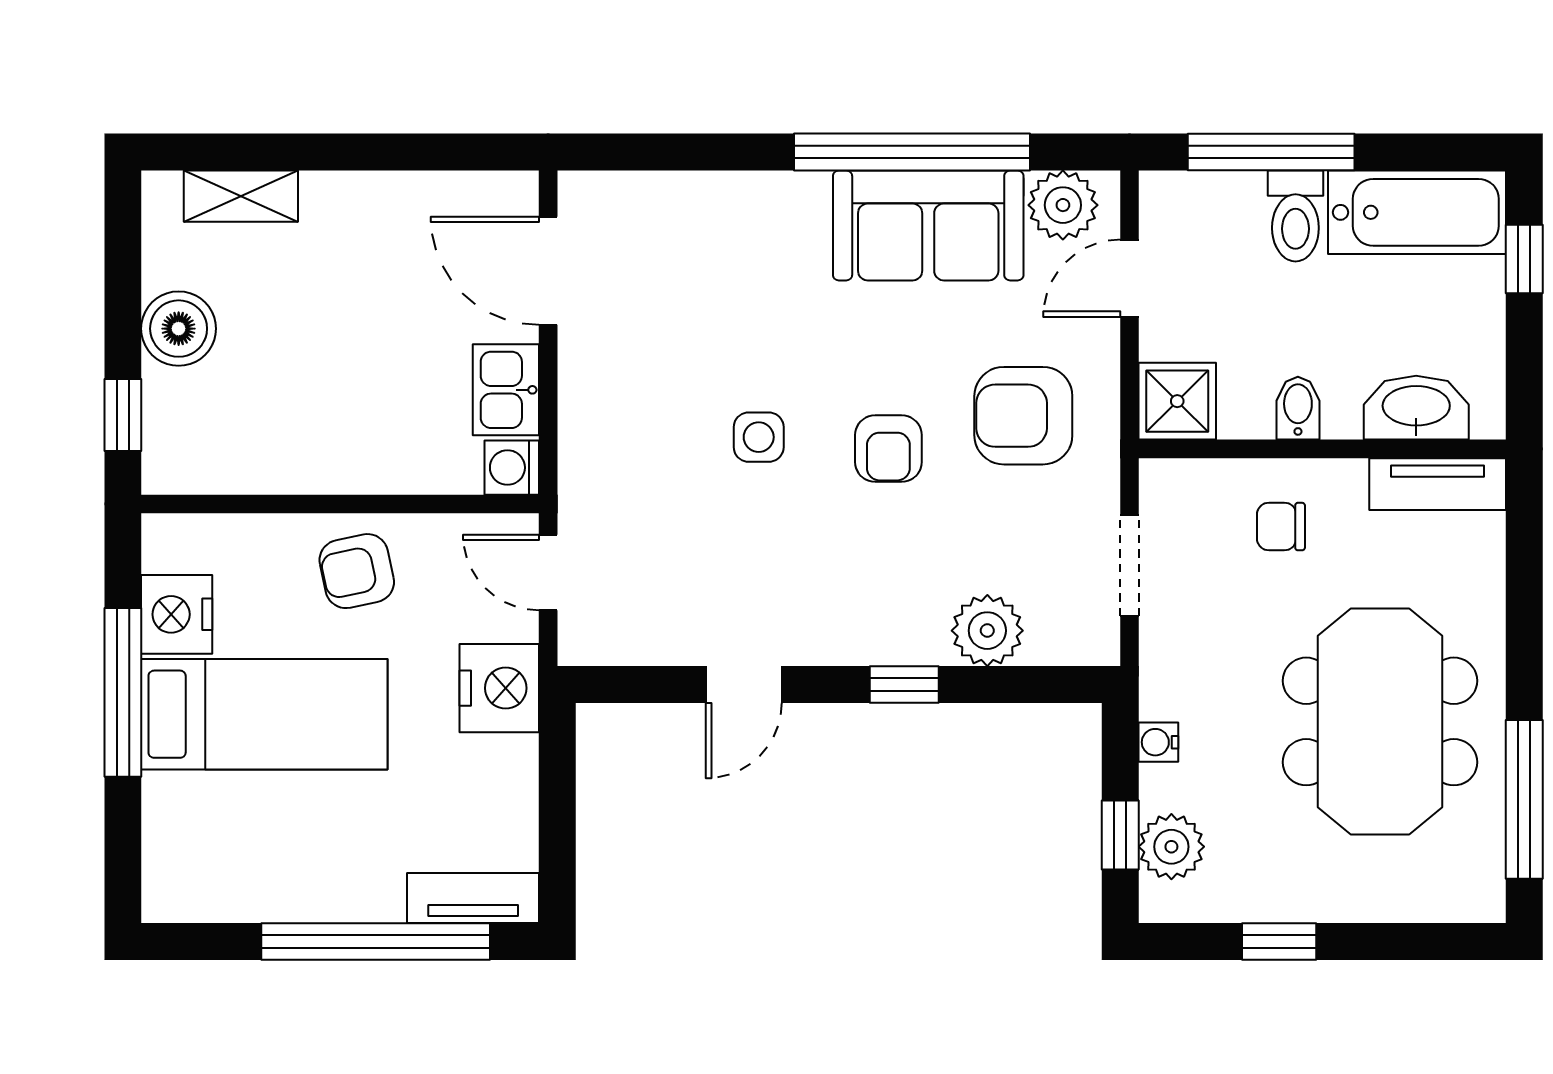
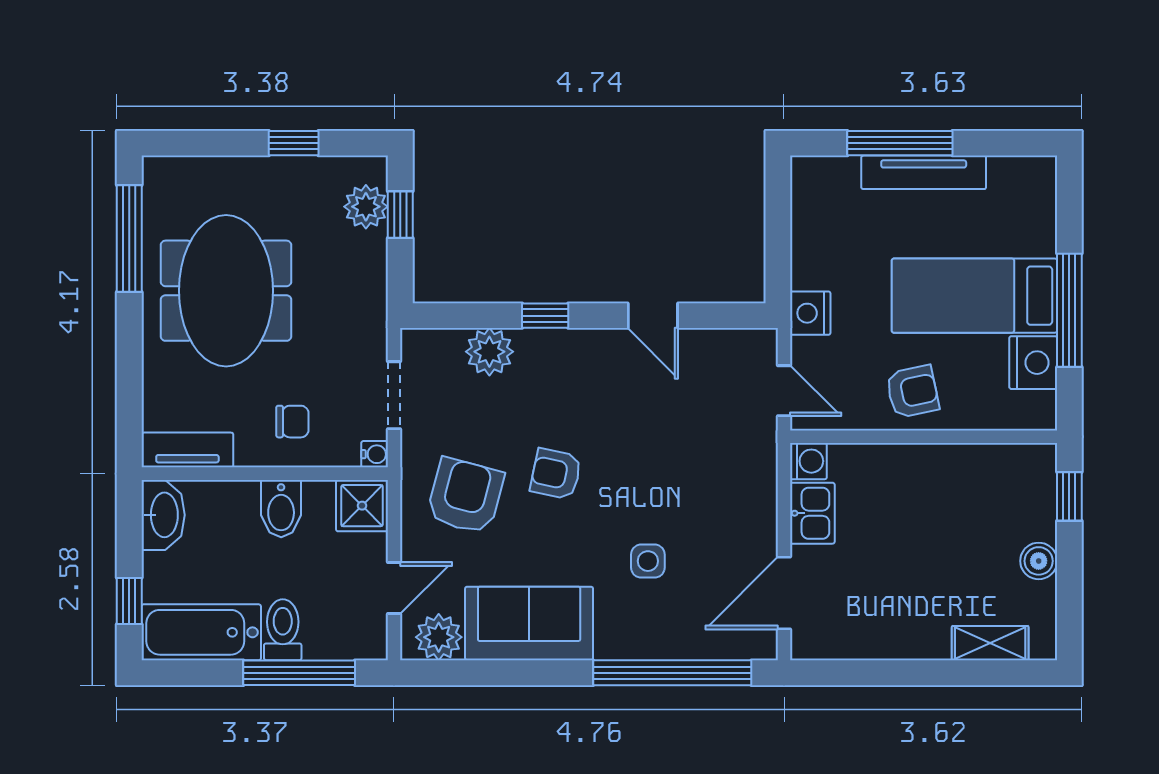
window: (912, 152) -> (672, 673), moved
door: (548, 271) -> (784, 593), swing flipped
boiler: (179, 329) -> (1039, 561), width x0.73, depth x0.73
bidet: (1298, 408) -> (281, 509), width x1.38, depth x1.36
washbasin: (1416, 408) -> (163, 515), moved, turned -90
armchair: (1023, 416) -> (465, 496), turned -75
side table: (759, 437) -> (648, 561), moved
armchair: (888, 449) -> (556, 474), turned -78
door: (744, 684) -> (653, 316), swing flipped
nightstand: (499, 688) -> (810, 313), width x0.74, depth x0.75
water cooler: (1158, 742) -> (375, 454), moved
tv unit: (473, 898) -> (924, 172), moved, width x1.41
window: (376, 941) -> (900, 143), width x0.68

